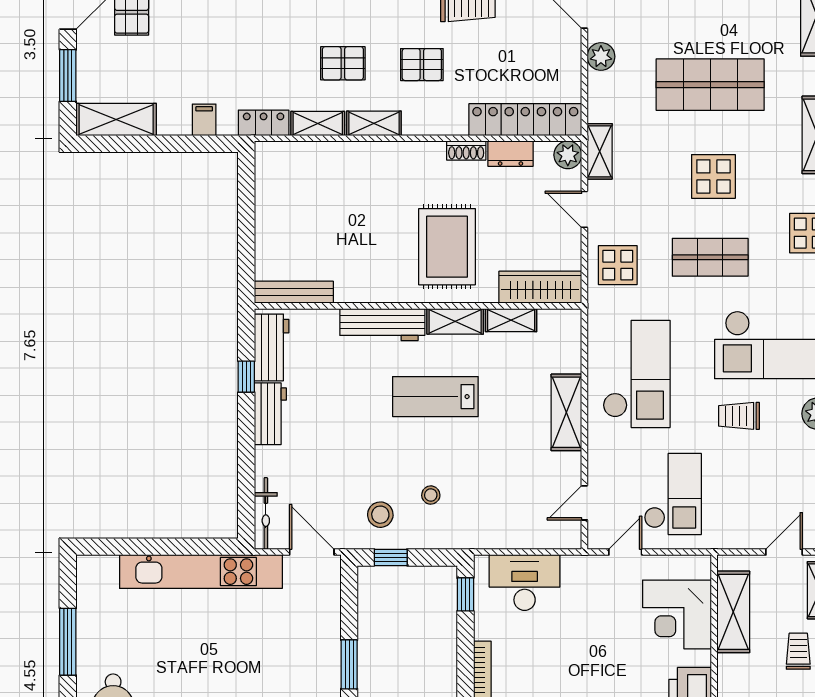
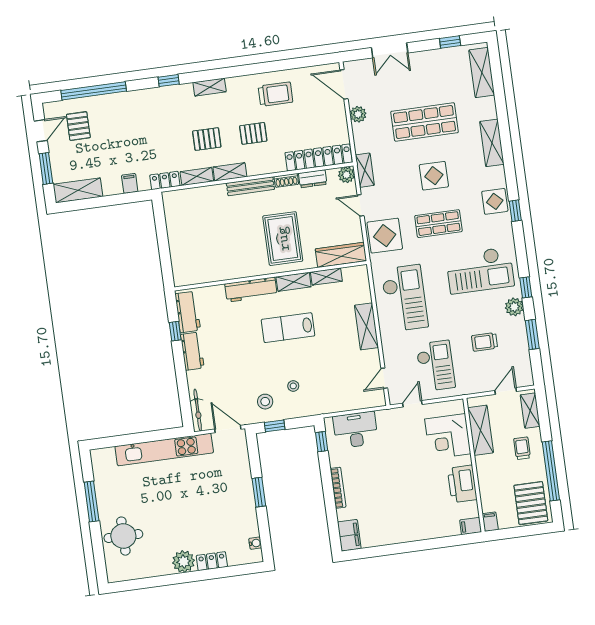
display table: (618, 265) -> (385, 236), width x1.36, depth x1.36
bench: (294, 292) -> (250, 186), moved
trolley: (739, 416) -> (485, 342), moved

